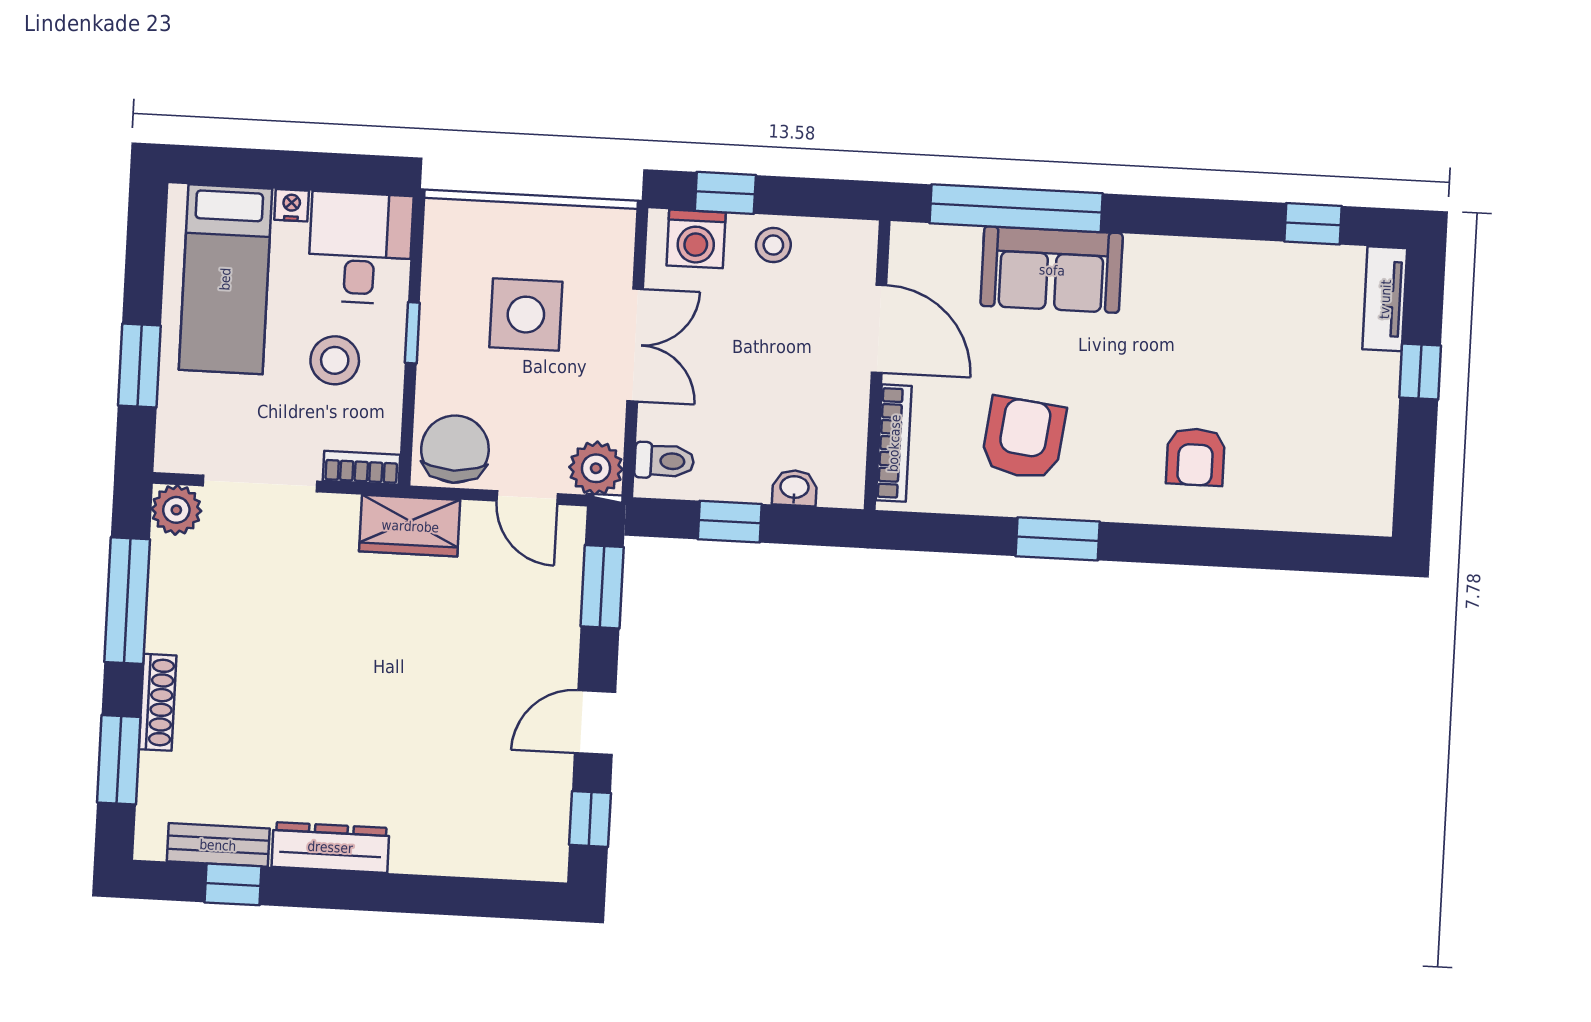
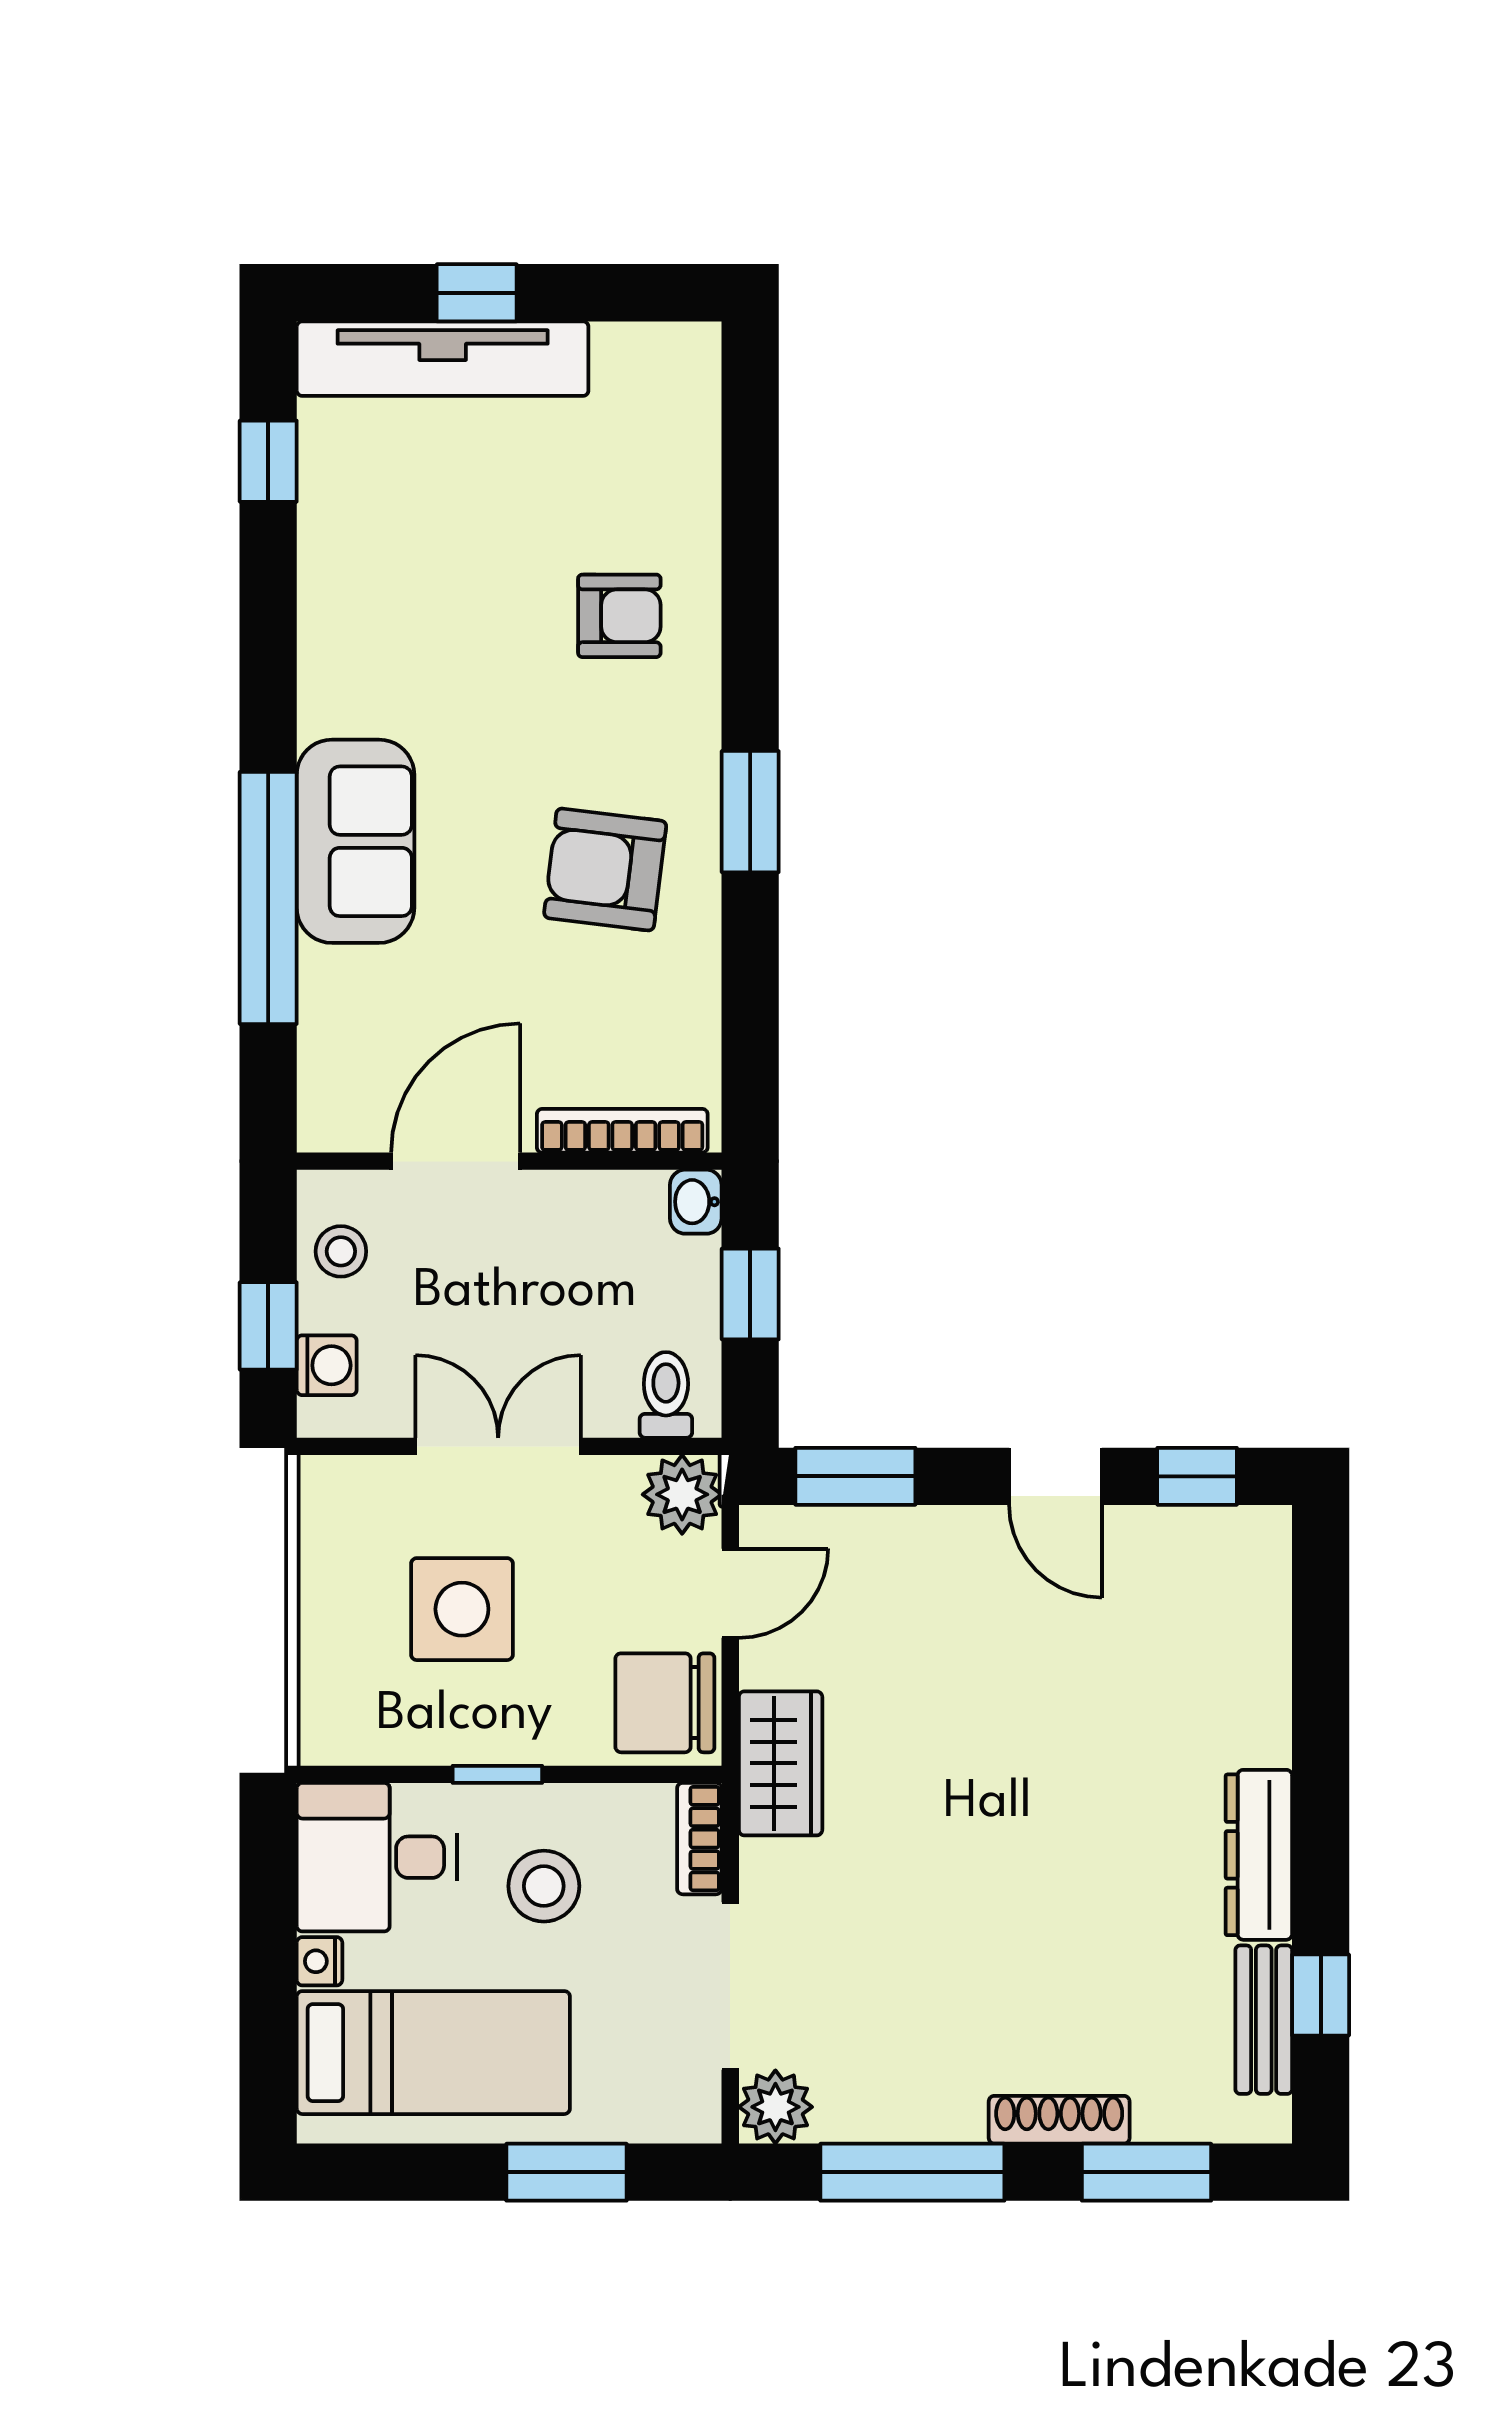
washing machine: (696, 239) -> (327, 1365), width x0.73, depth x0.73
tv unit: (1385, 299) -> (443, 359), width x1.92, depth x1.29
door: (879, 329) -> (456, 1161), moved
wall: (877, 365) -> (509, 1161), moved
bookcase: (894, 443) -> (622, 1131), moved

